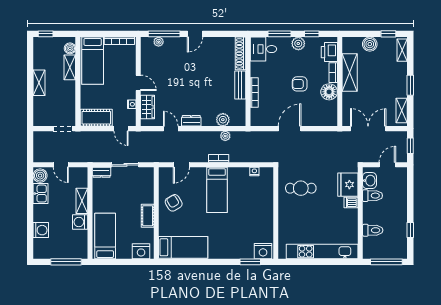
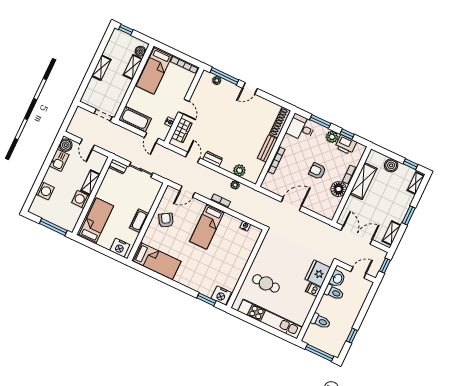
printer: (329, 52) -> (346, 145), moved, turned -90
cafe table: (301, 188) -> (266, 283), moved

